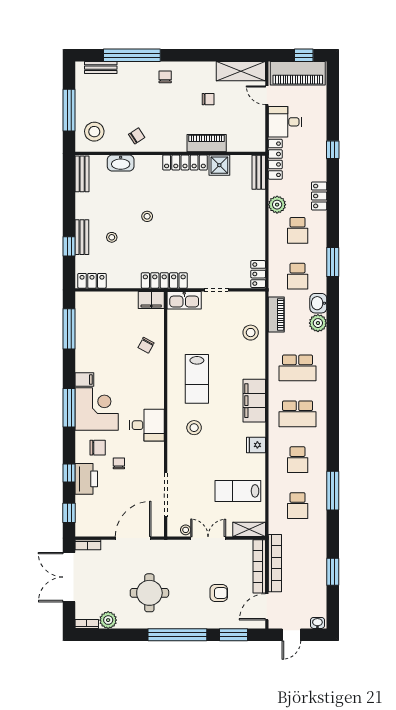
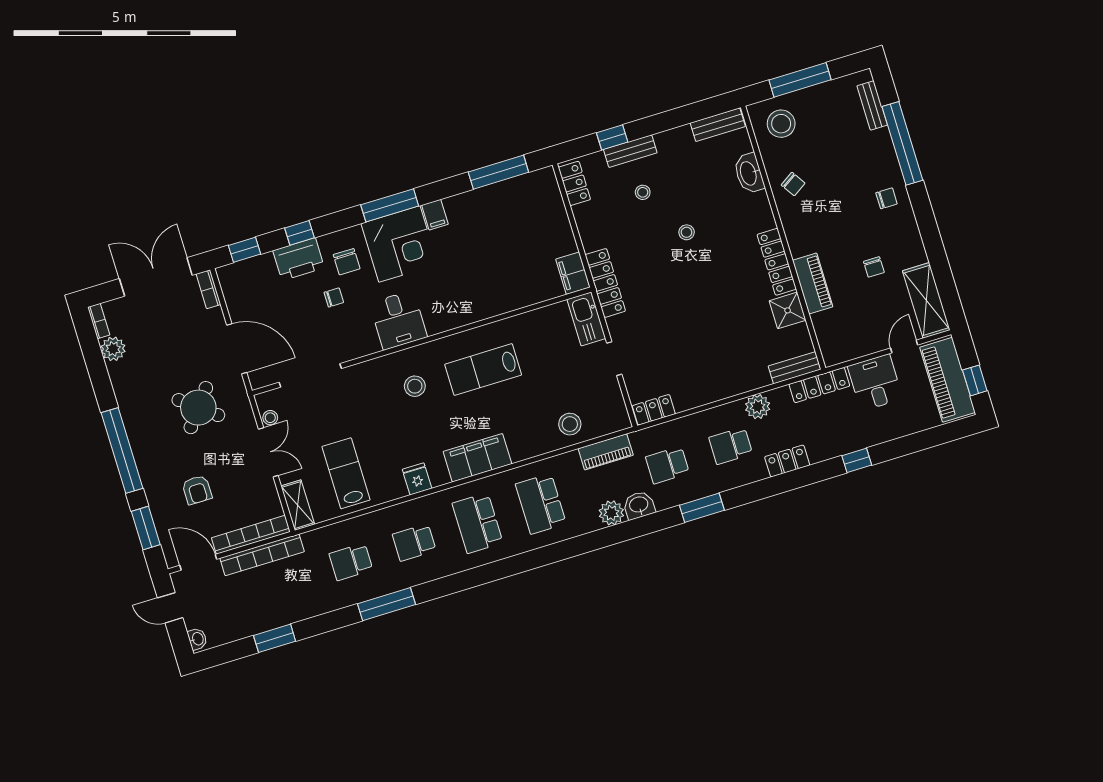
chair: (146, 345) -> (508, 285), removed
round table: (149, 593) -> (198, 408), moved, turned 38

